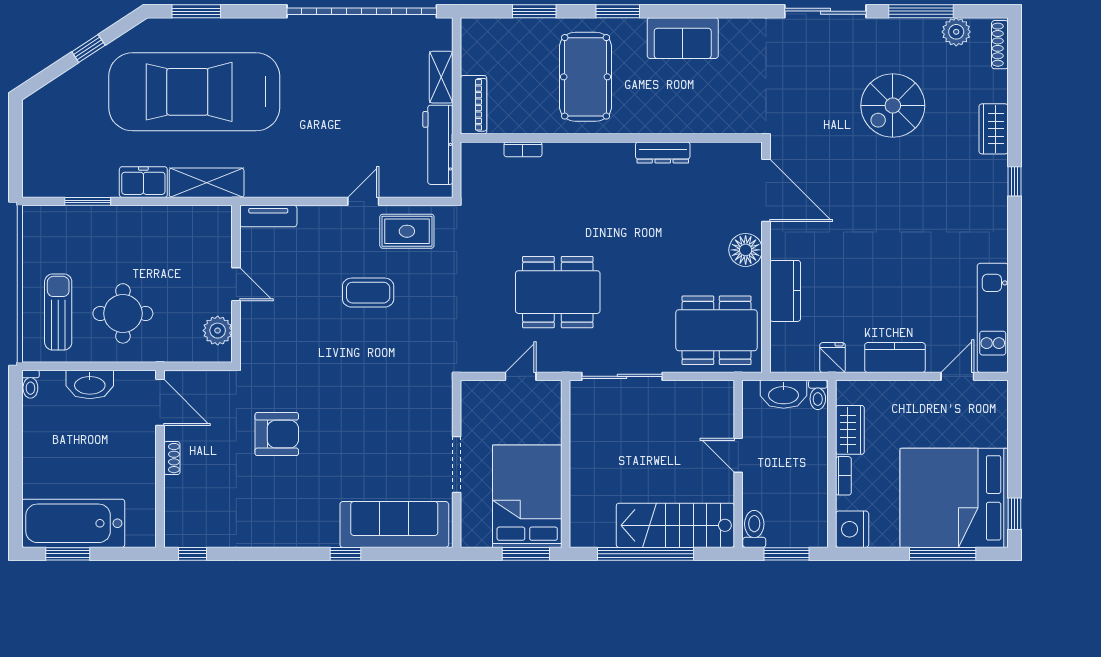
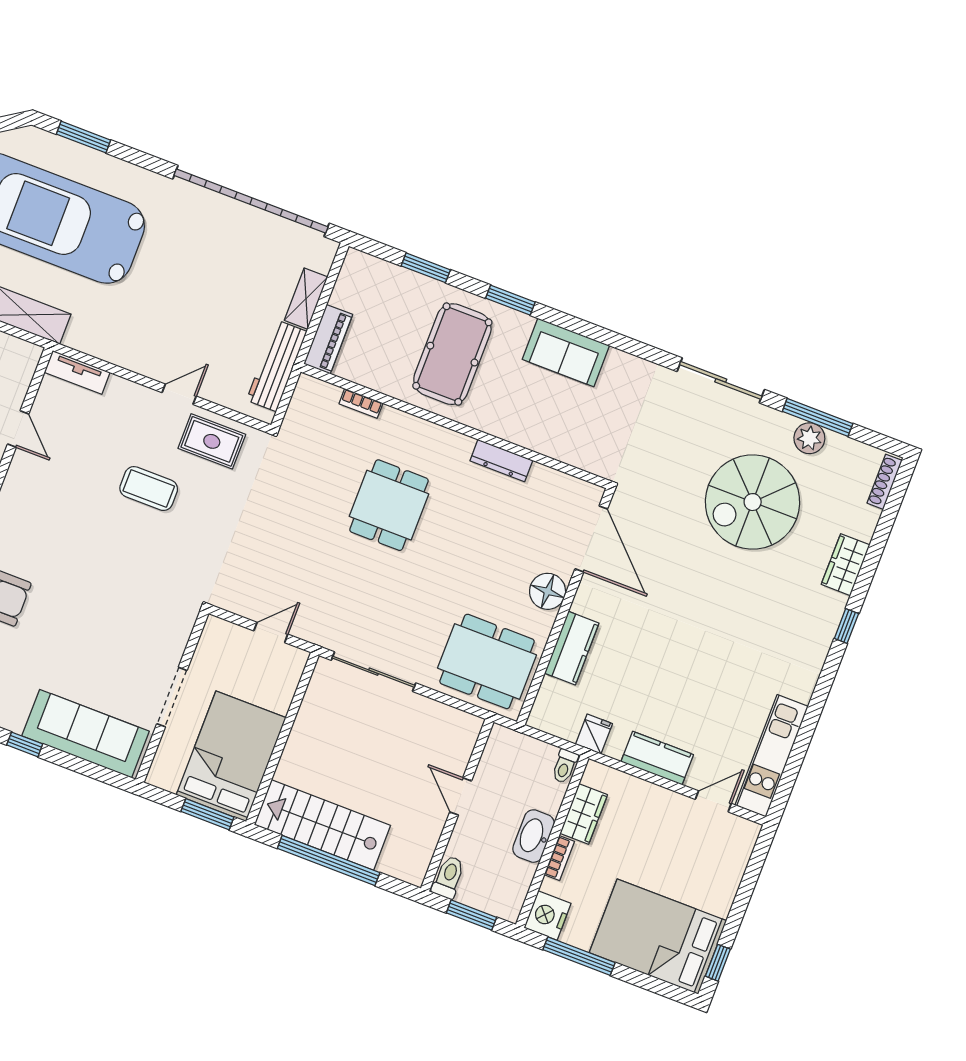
plant: (956, 32) -> (809, 438), moved
spiral stairs: (893, 106) -> (753, 502), width x1.37, depth x1.37
dining table: (558, 292) -> (389, 505), moved, width x0.73
washbasin: (784, 394) -> (534, 836), moved, turned 90
bed: (954, 498) -> (658, 937), width x0.73
stairs: (675, 525) -> (322, 825), moved
window: (943, 554) -> (579, 956), moved

